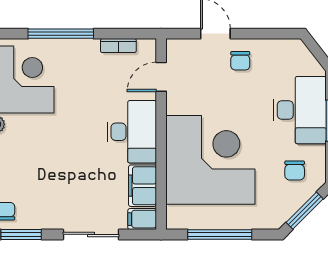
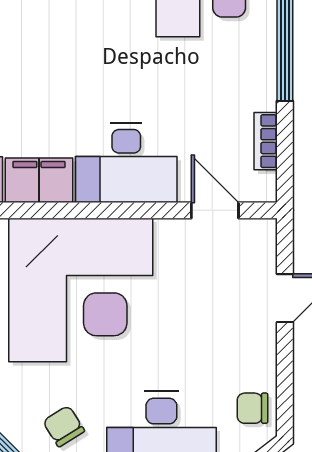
chair: (240, 61) -> (252, 408), moved
chair: (295, 170) -> (64, 426), turned 58

